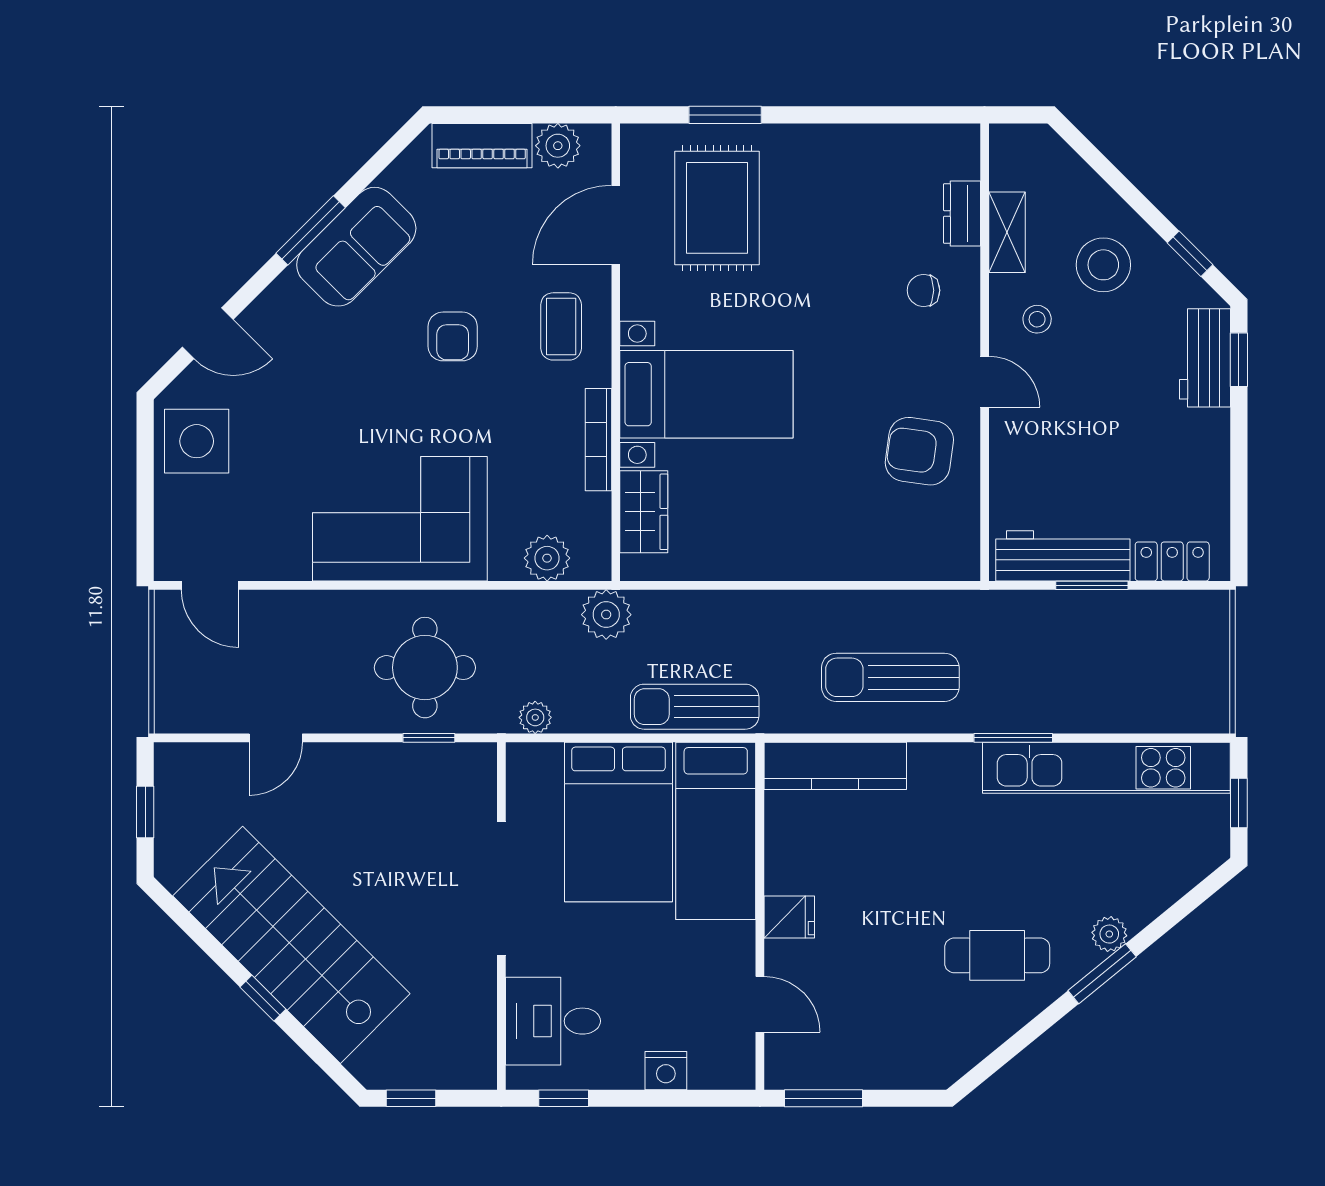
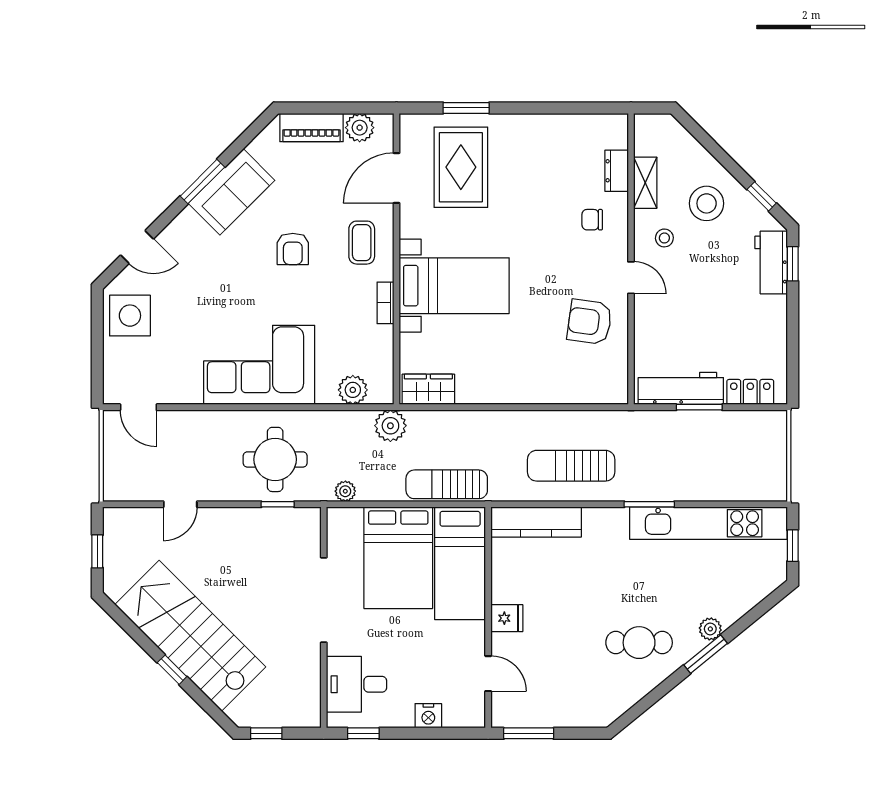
bookcase: (598, 440) -> (385, 303), width x0.64
wardrobe: (644, 512) -> (428, 389), moved, turned -90

